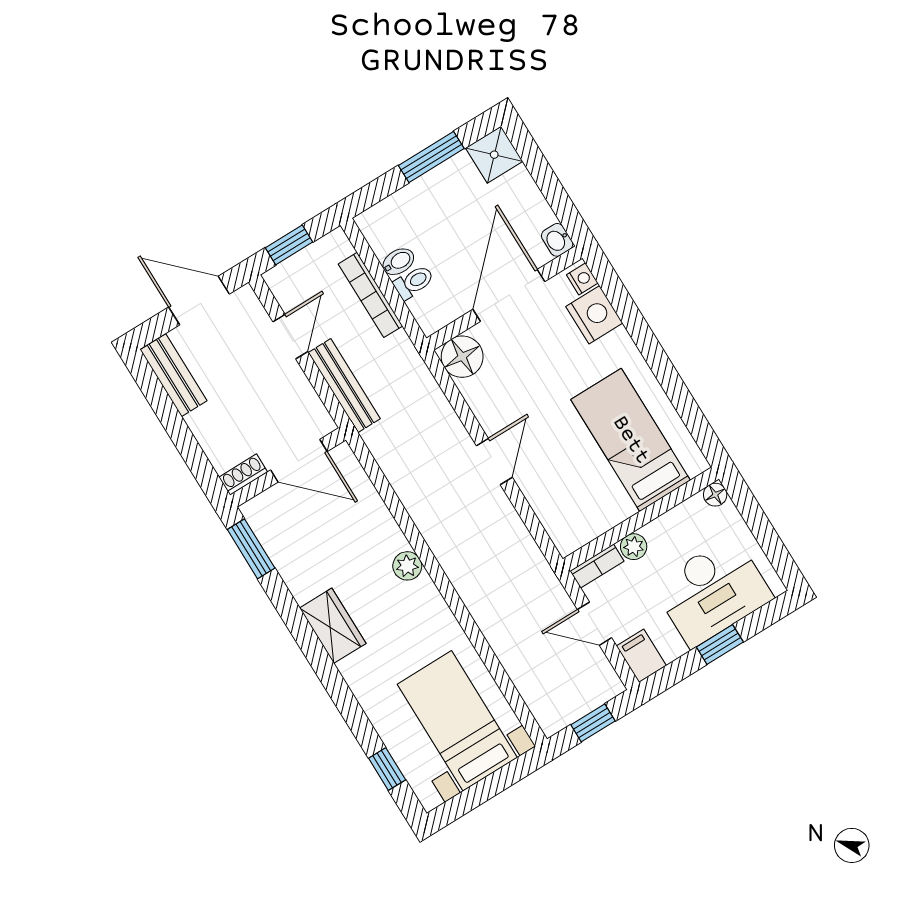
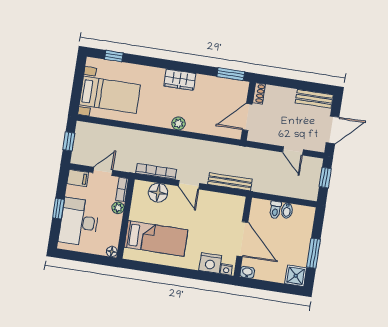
bookcase: (370, 295) -> (156, 171), moved
floor lamp: (462, 357) -> (158, 193), moved
bench: (344, 386) -> (230, 182), moved

